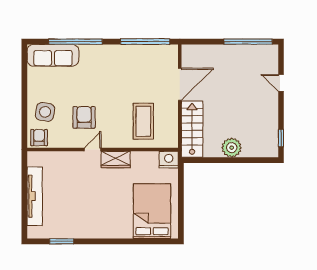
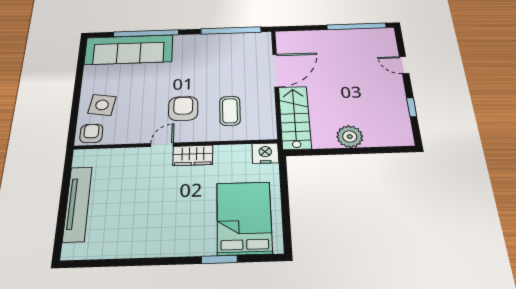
sofa: (53, 55) -> (129, 50), width x1.36, depth x1.27
armchair: (84, 117) -> (183, 108), moved
coffee table: (143, 121) -> (230, 111), width x0.73, depth x0.76
window: (281, 138) -> (412, 107), moved
window: (62, 241) -> (219, 259), moved

